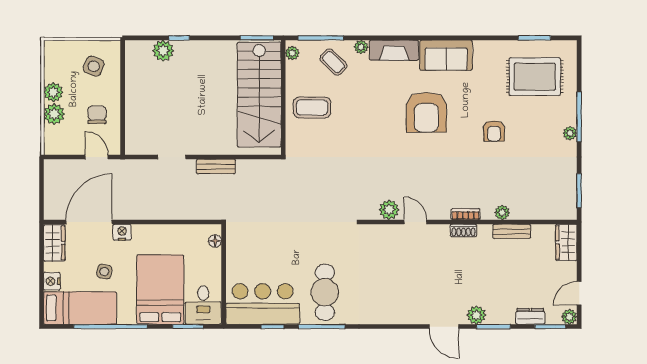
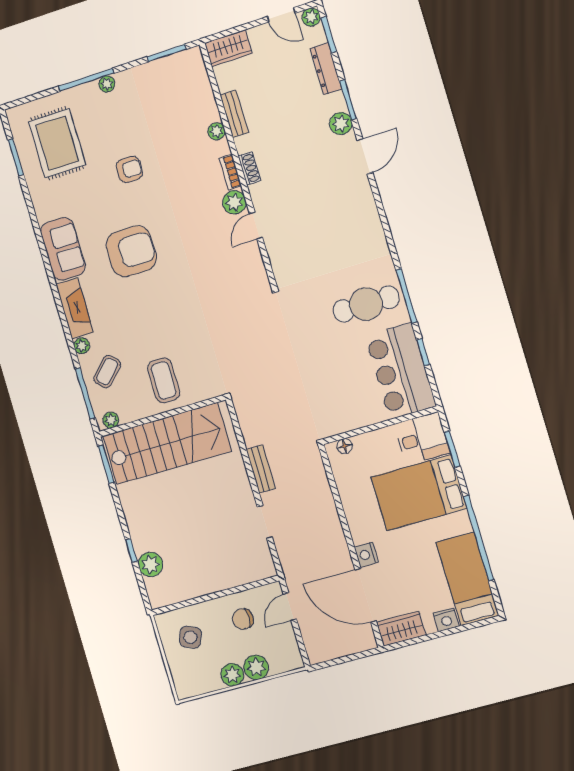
plant: (389, 210) -> (234, 202), moved
side table: (104, 272) -> (417, 562), removed
dresser: (530, 316) -> (326, 69), width x1.44

